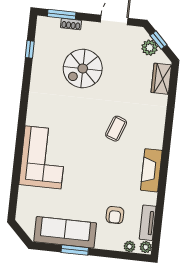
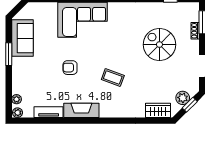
armchair: (115, 215) -> (70, 68), moved
tv unit: (148, 223) -> (49, 112), moved
sofa: (65, 232) -> (22, 38), width x0.73

